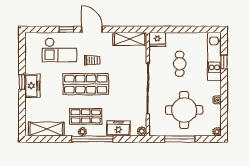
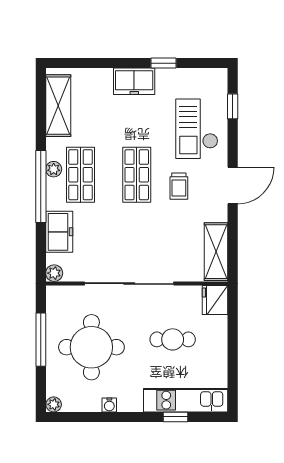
window: (66, 29) -> (233, 106), moved
window: (22, 82) -> (164, 63), moved
shop shelf: (86, 84) -> (137, 175), width x0.70, depth x0.74

